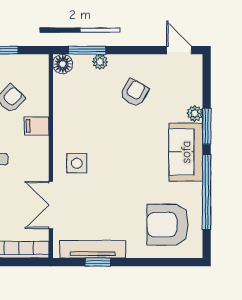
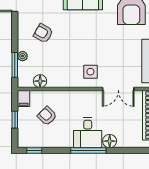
floor lamp: (63, 64) -> (40, 81), moved
filing cabinet: (37, 126) -> (24, 99), moved

